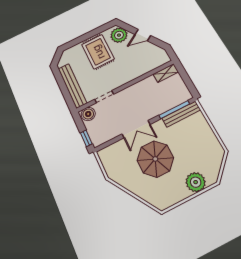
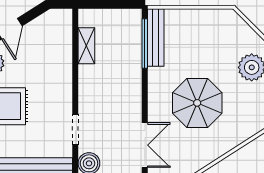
shelving: (166, 73) -> (86, 46), moved
double door: (136, 129) -> (145, 145), moved

